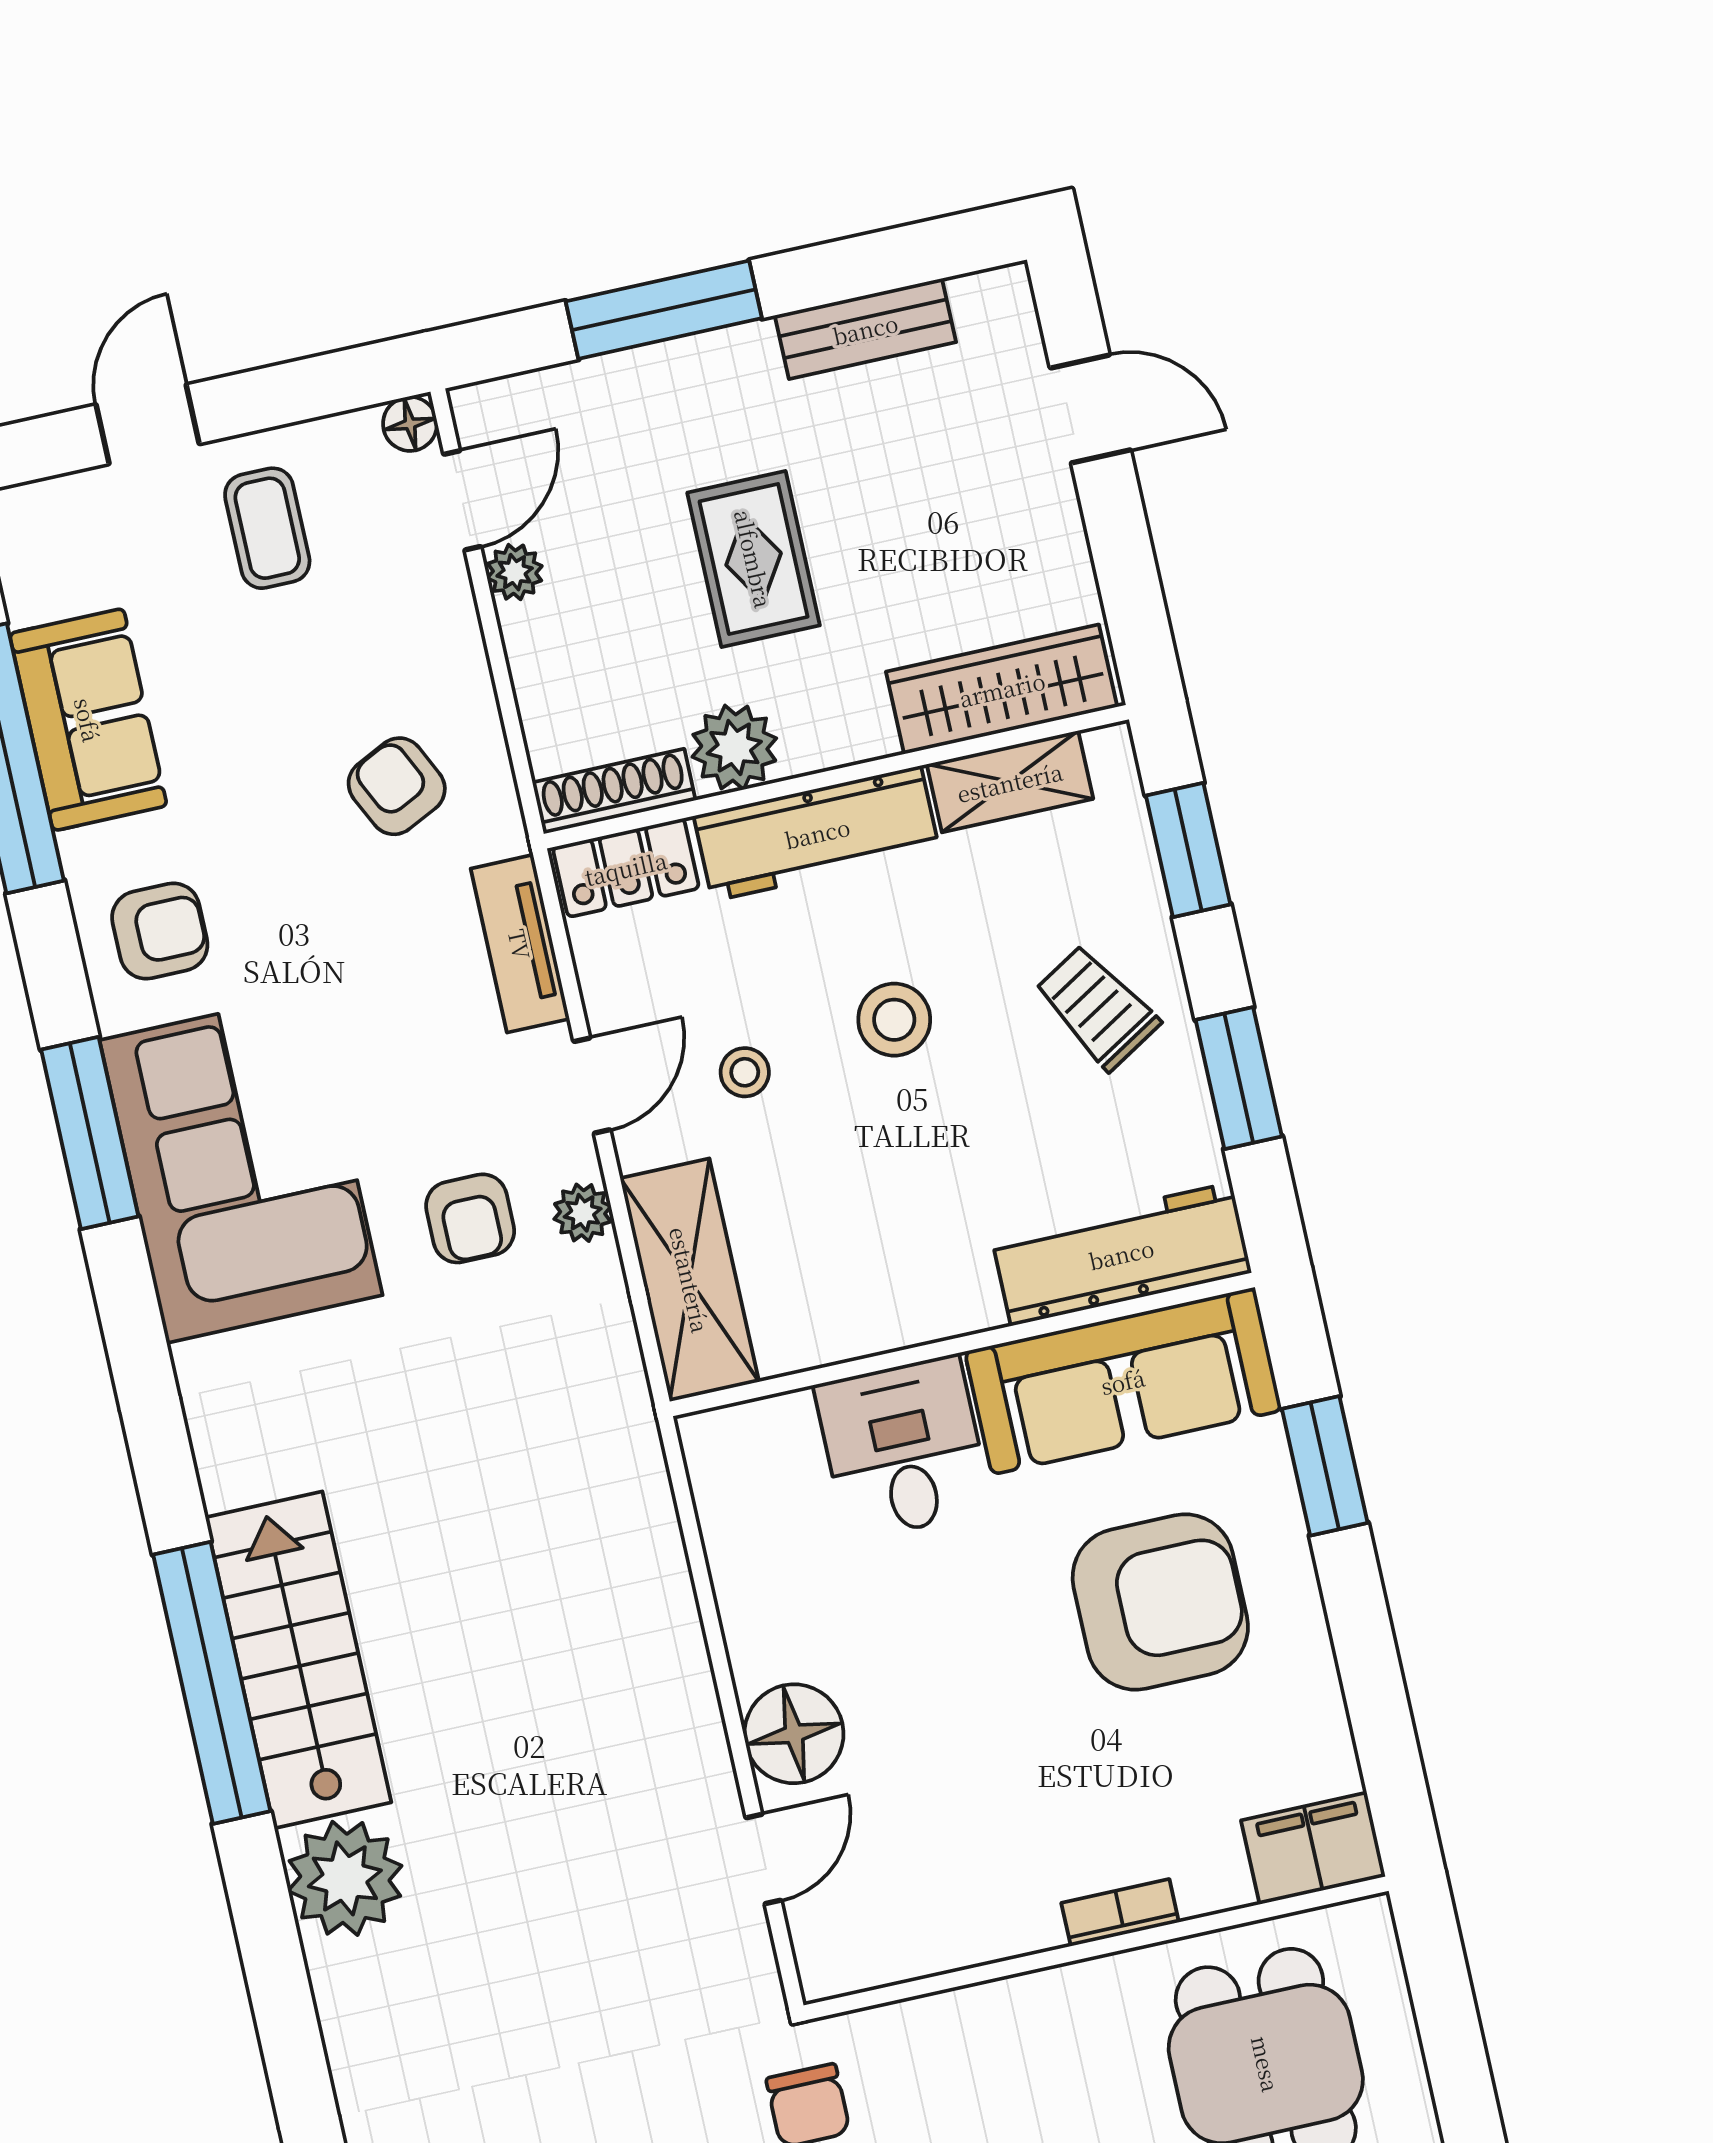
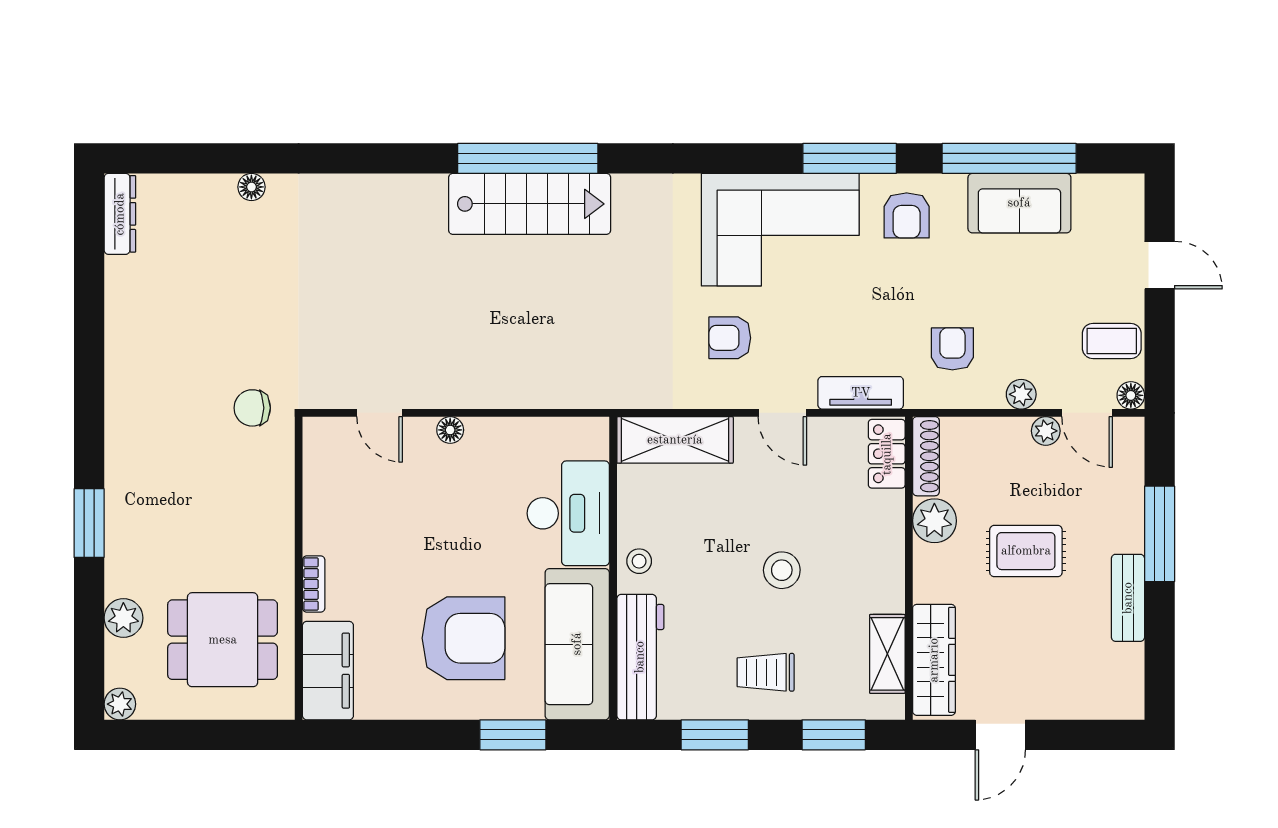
bench: (865, 329) -> (1128, 598), moved
door: (1090, 409) -> (1000, 735), moved
coffee table: (267, 528) -> (1112, 341), moved
armchair: (397, 786) -> (952, 349), turned -64
workbench: (817, 833) -> (883, 552), removed
trolley: (1097, 1007) -> (766, 672), turned -149
stool: (745, 1072) -> (639, 561), moved
window: (90, 1133) -> (850, 158), moved
plant: (583, 1213) -> (1021, 394), moved
desk: (903, 1448) -> (568, 513), width x1.37
armchair: (1160, 1602) -> (463, 638), turned -90
floor lamp: (794, 1734) -> (450, 430), width x0.53, depth x0.53
filing cabinet: (1313, 1848) -> (328, 671), width x1.50, depth x1.17
plant: (345, 1878) -> (416, 203), removed

